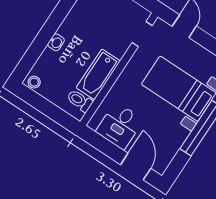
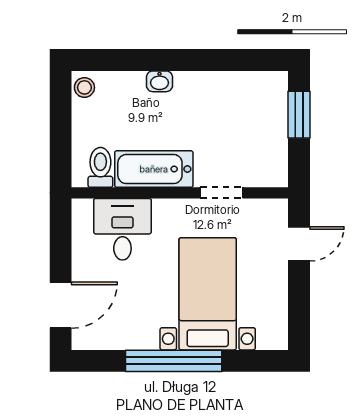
doorway: (142, 34) -> (222, 193), moved
desk: (120, 126) -> (122, 229), moved, turned 90

